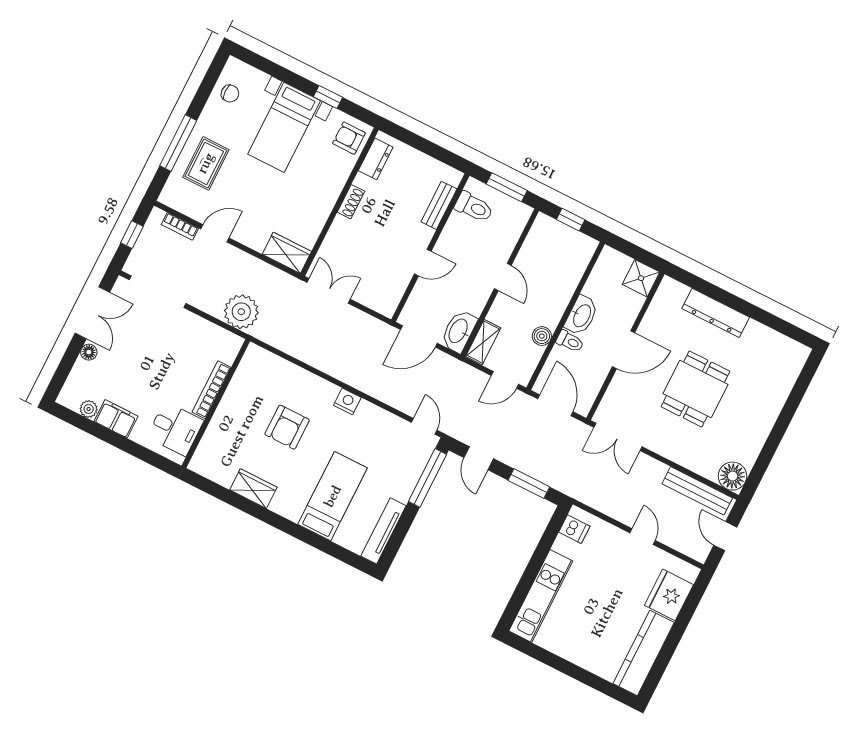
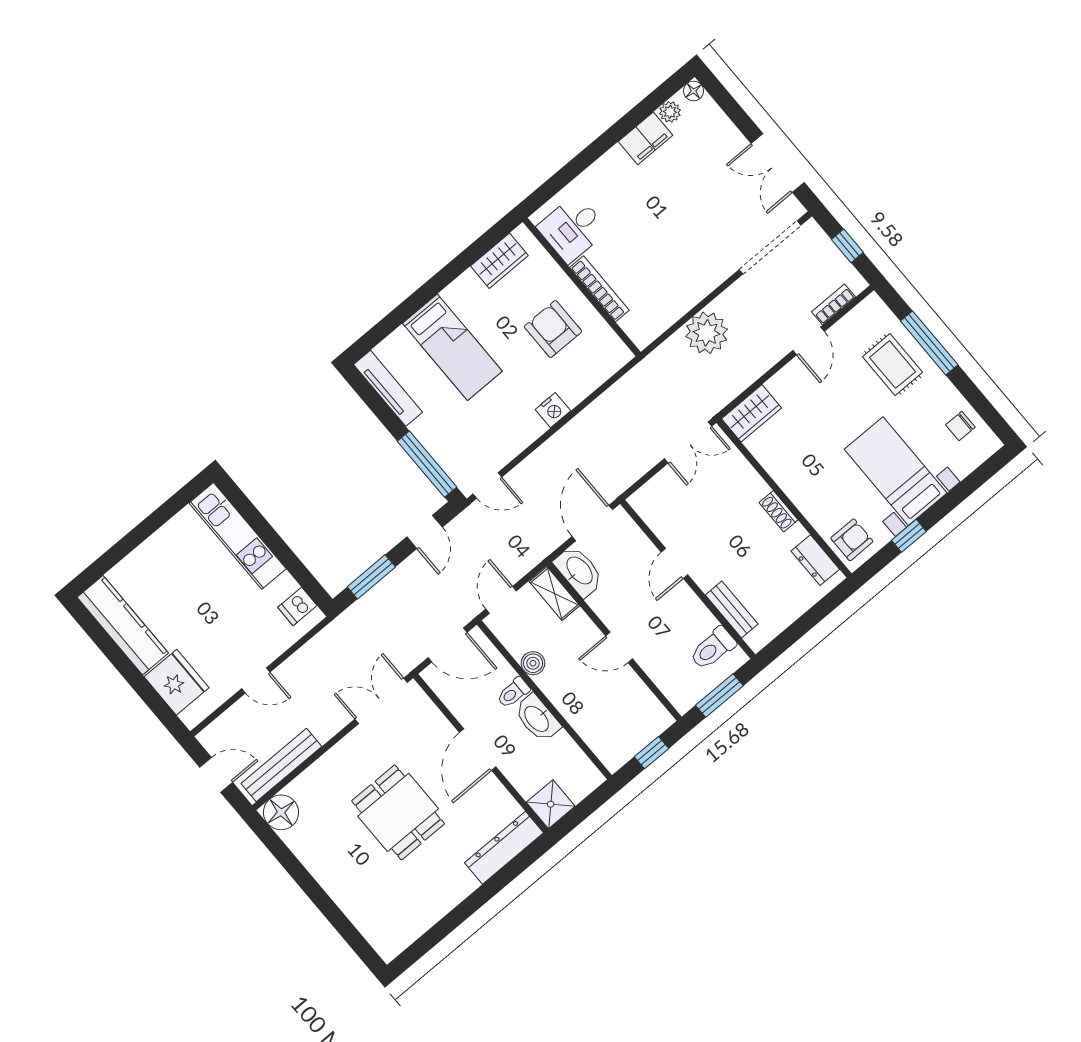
dresser: (716, 313) -> (504, 848), moved
floor lamp: (89, 352) -> (694, 91), moved
bookcase: (212, 390) -> (599, 289), moved
wall: (216, 403) -> (582, 287), moved
desk: (175, 429) -> (573, 228), moved
door: (479, 458) -> (425, 532), swing flipped

